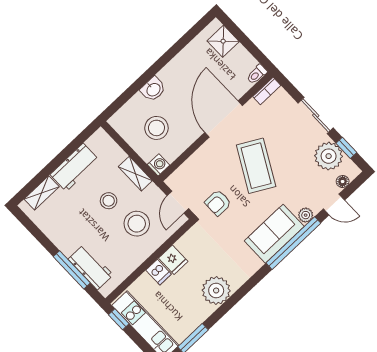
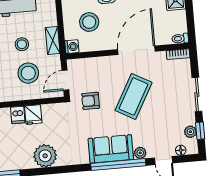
plant: (329, 156) -> (190, 132), width x0.53, depth x0.53

